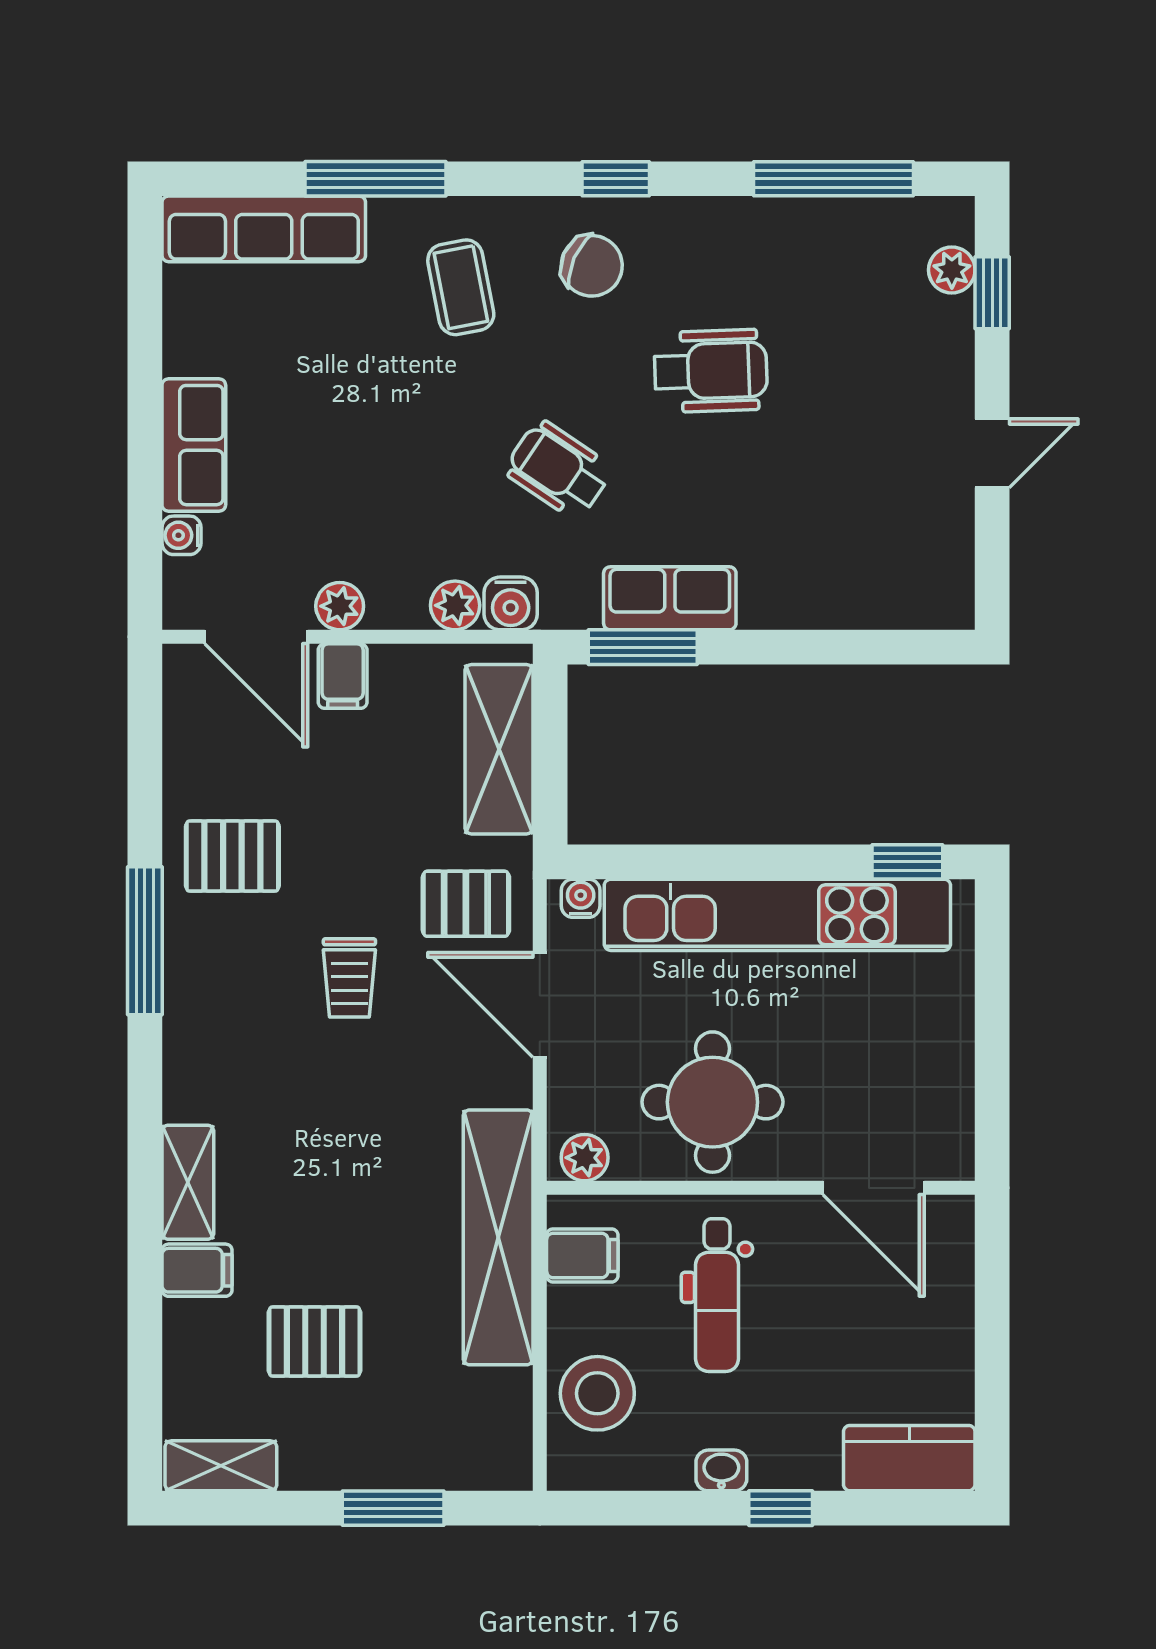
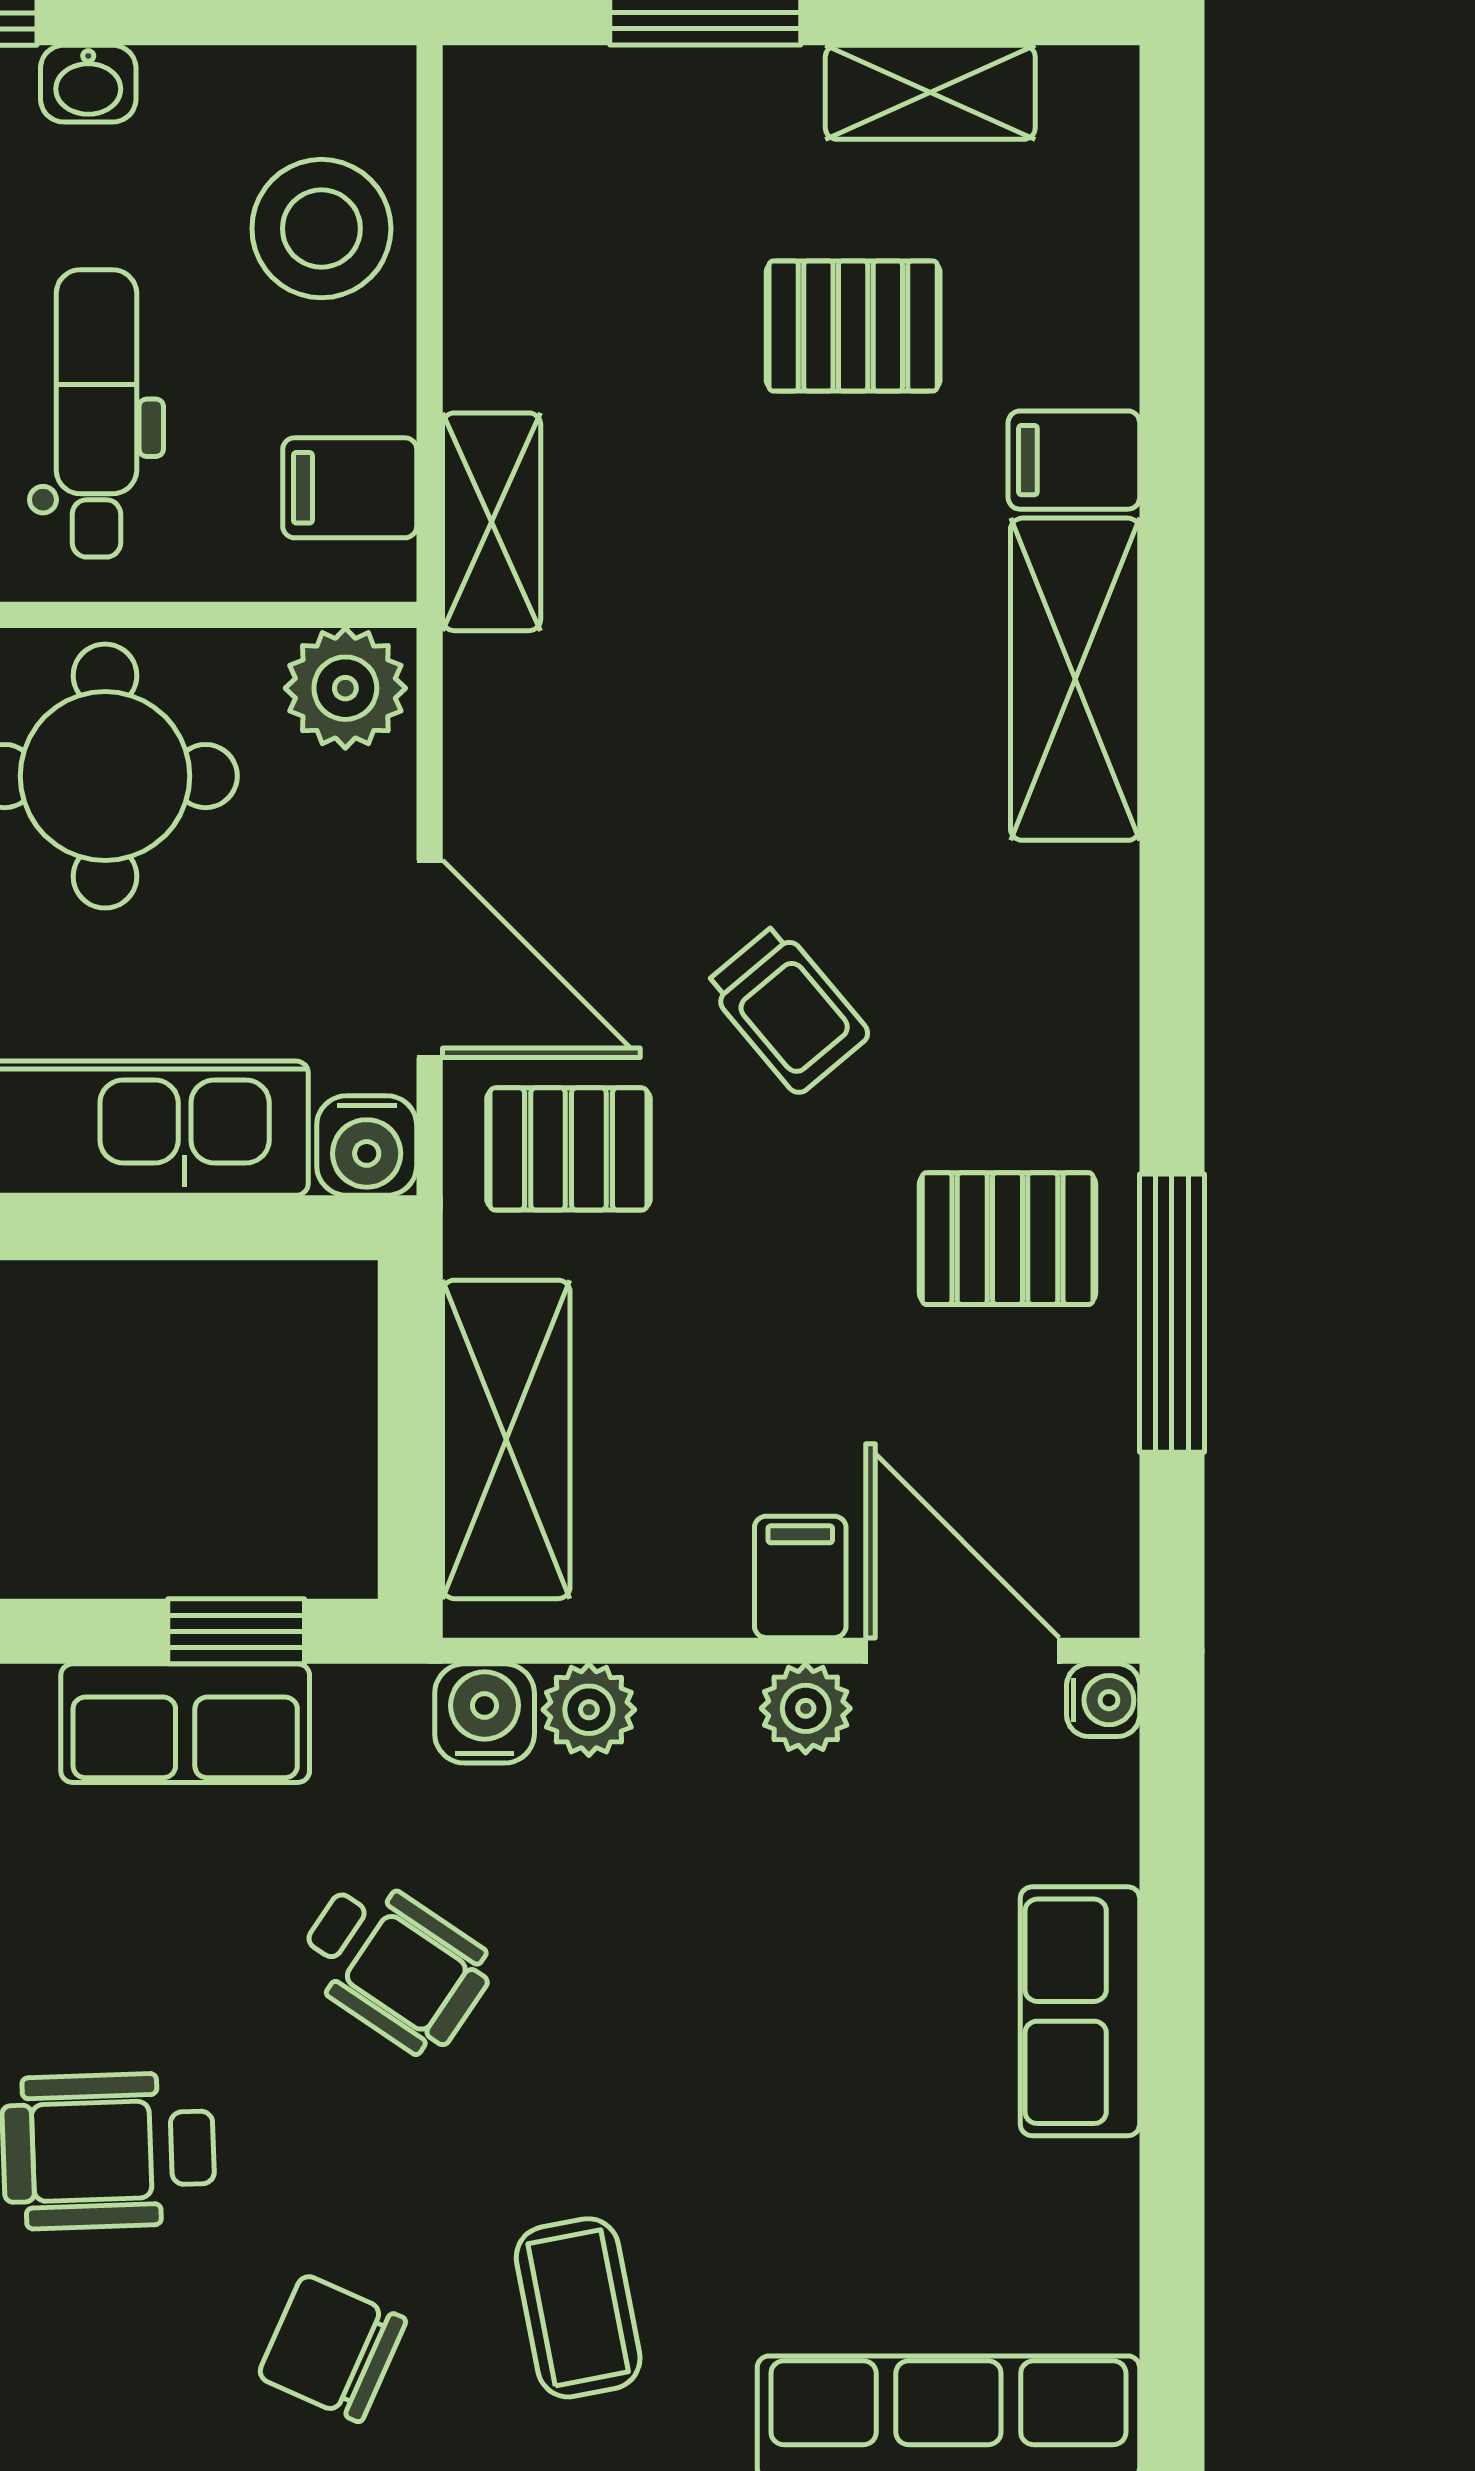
water cooler: (182, 535) -> (1103, 1700), moved
window: (643, 647) -> (236, 1631), width x0.67
water cooler: (581, 898) -> (367, 1145), width x1.38, depth x1.38
window: (145, 941) -> (1172, 1313), moved
trolley: (349, 978) -> (788, 1009), turned 140
plant: (585, 1158) -> (345, 688), width x1.38, depth x1.38
shelving: (188, 1182) -> (1075, 679), width x1.50, depth x1.33
shelving: (498, 1237) -> (492, 522), width x0.45, depth x0.75
shelving: (221, 1466) -> (930, 92), moved

